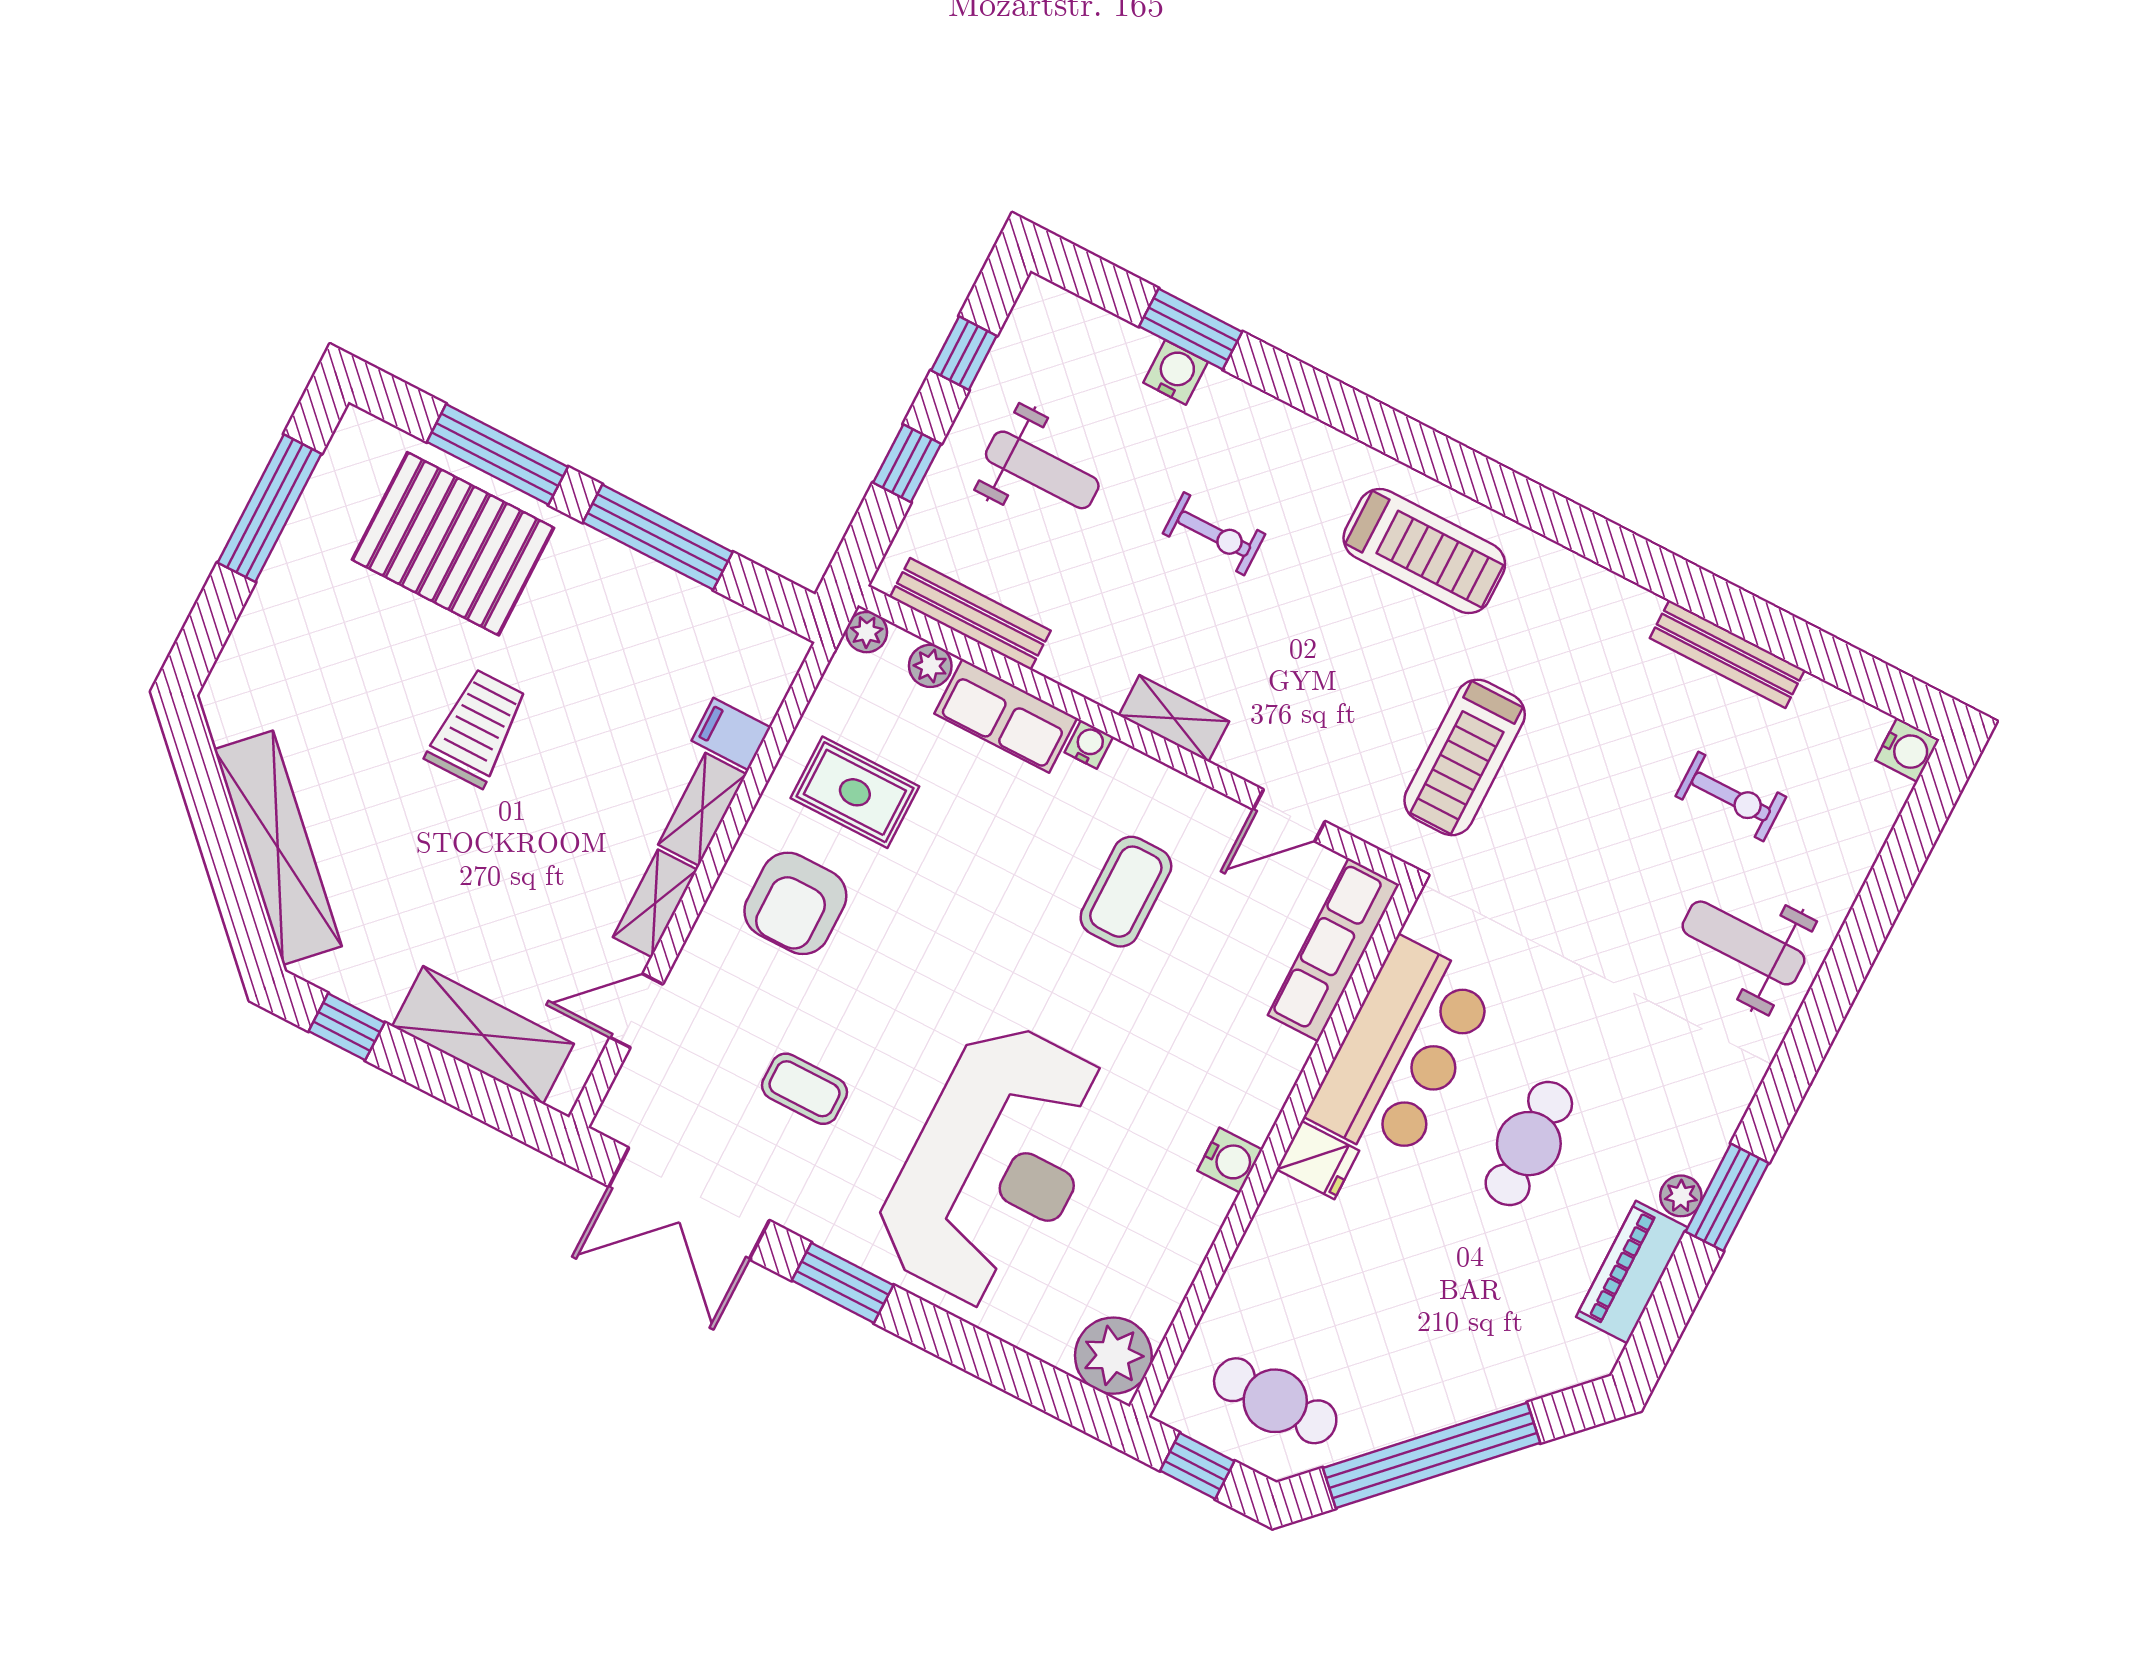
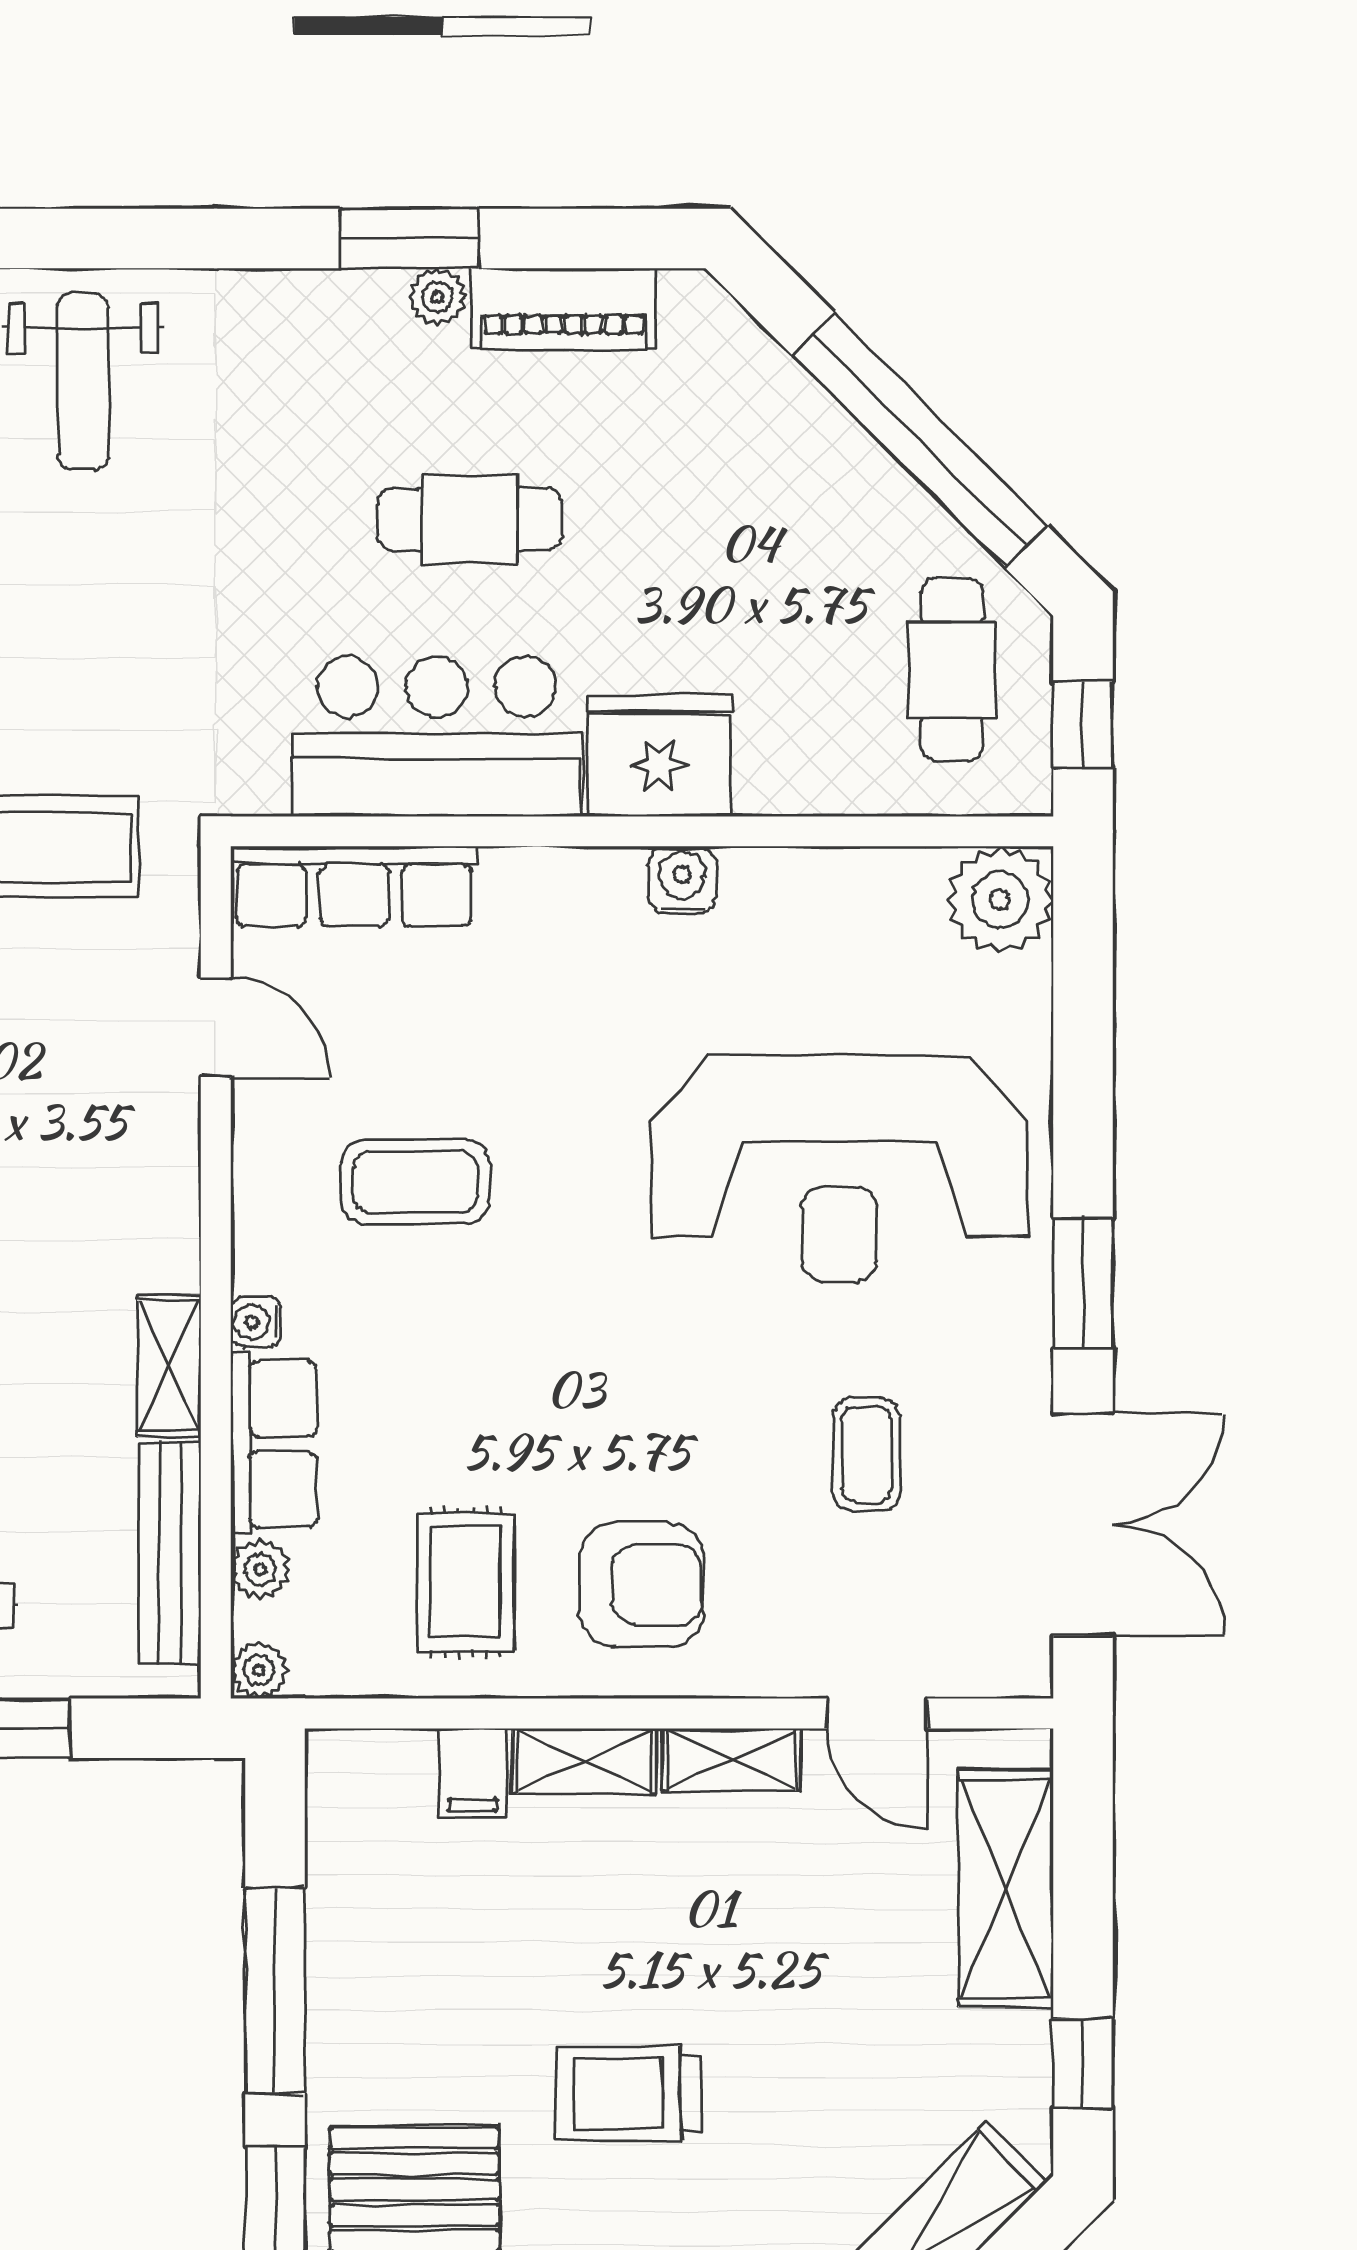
shelving: (1174, 718) -> (169, 1366), moved
fridge: (1318, 1160) -> (659, 756), width x1.88, depth x1.34
reception desk: (995, 1165) -> (839, 1169), turned 180

